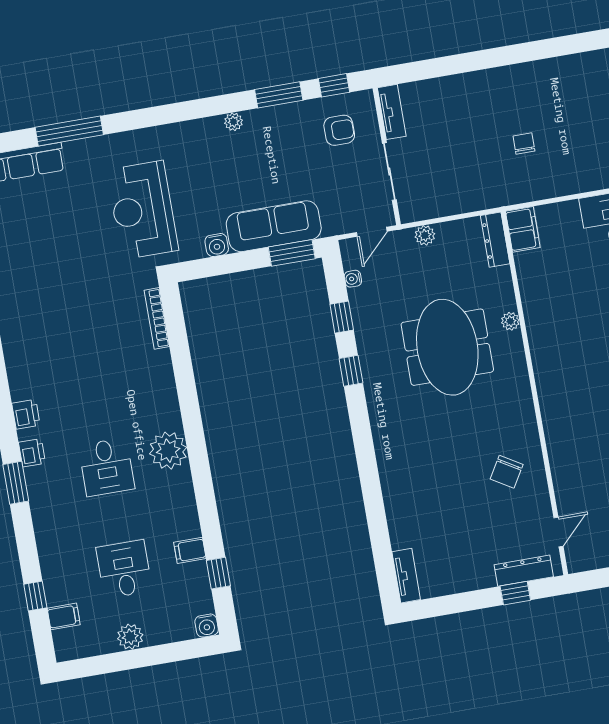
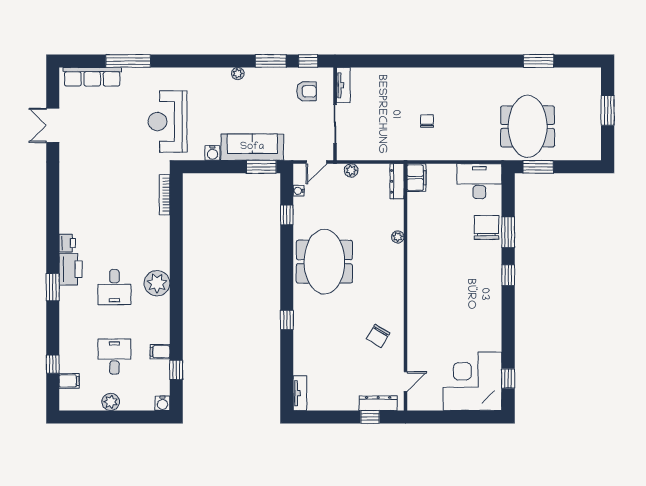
meeting table: (447, 347) -> (324, 262), moved
window: (351, 371) -> (287, 320), moved
printer: (32, 453) -> (71, 269), width x1.87, depth x1.48

